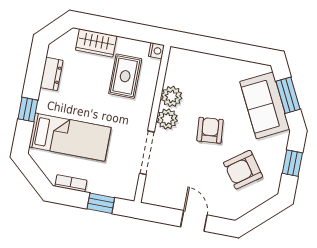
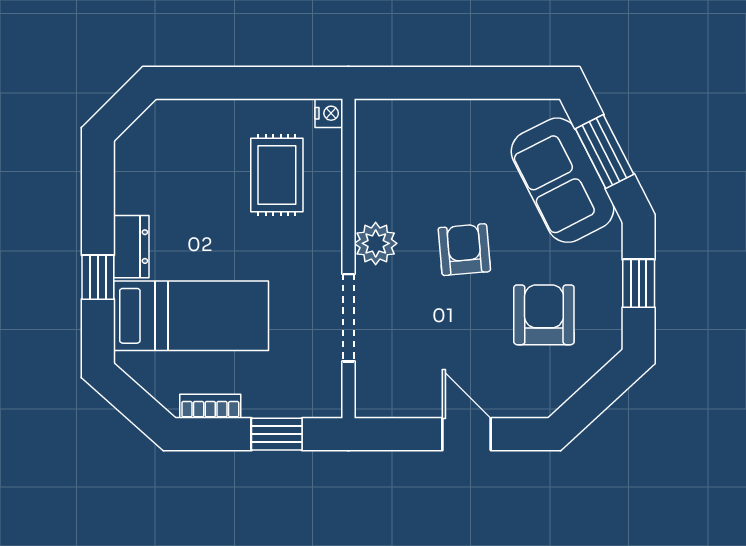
wardrobe: (96, 43) -> (207, 121), removed
dresser: (52, 74) -> (131, 247), moved
plant: (172, 96) -> (376, 198), removed
armchair: (243, 170) -> (544, 315), turned 126

